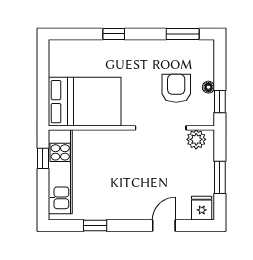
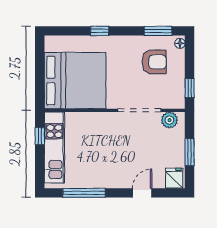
floor lamp: (208, 87) -> (180, 43), moved
armchair: (176, 88) -> (154, 62), moved, turned 90
bed: (85, 102) -> (75, 81), width x1.36
window: (95, 225) -> (84, 193), width x2.17

